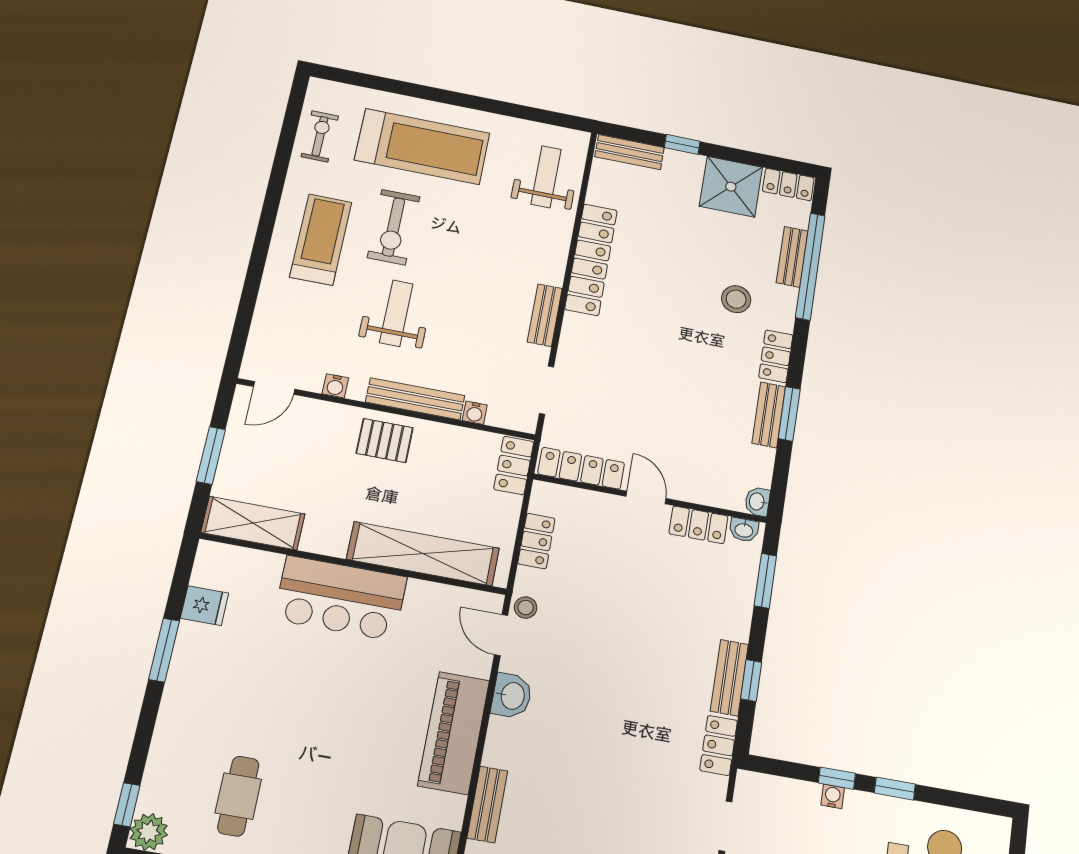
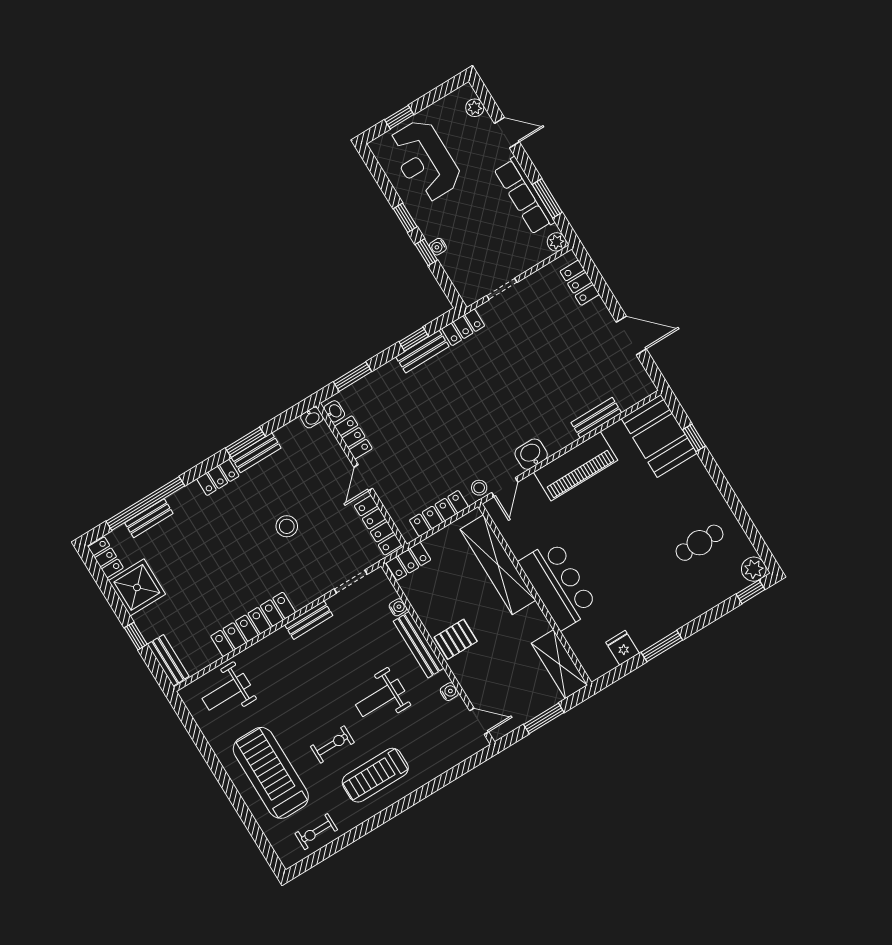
exercise bike: (394, 227) -> (332, 744), width x0.73, depth x0.72
stool: (736, 299) -> (287, 526), moved
pallet: (385, 441) -> (456, 639), turned 90
locker: (536, 541) -> (439, 513), width x1.53

